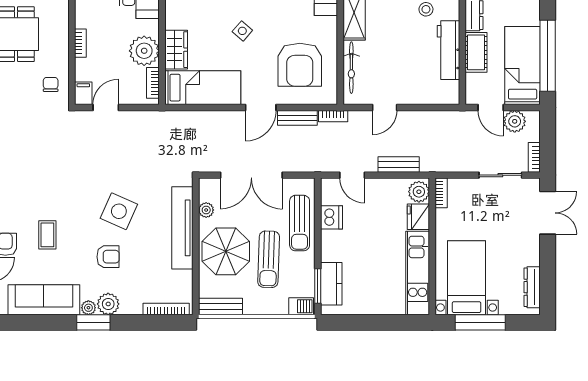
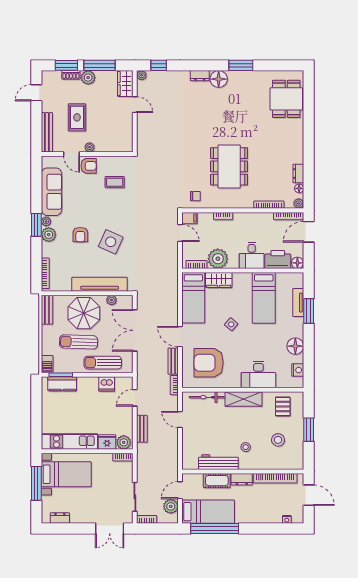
coffee table: (47, 235) -> (115, 182), moved
dresser: (532, 287) -> (60, 518), width x0.70

